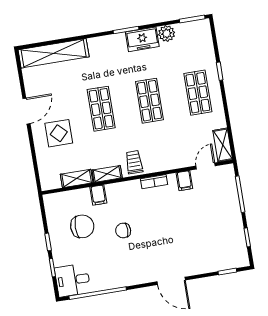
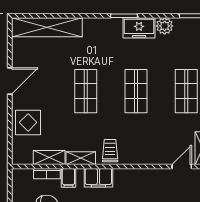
display table: (59, 133) -> (28, 122), moved
filing cabinet: (184, 181) -> (98, 178), moved, width x2.00
bookcase: (154, 182) -> (47, 174), moved

